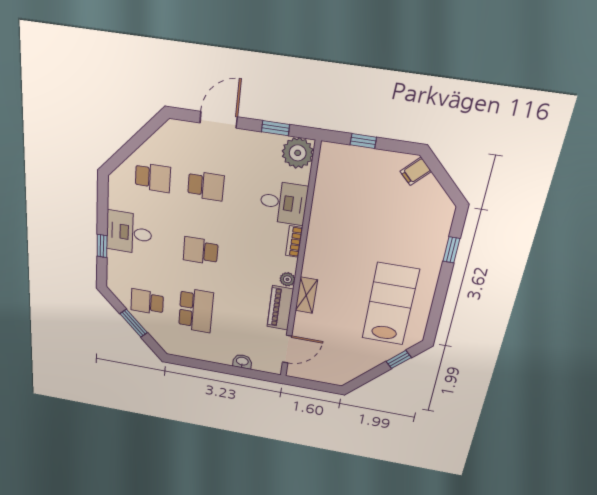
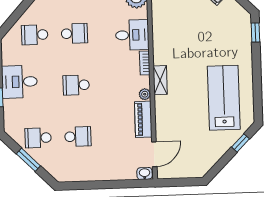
school desk: (153, 178) -> (35, 35), turned 180
window: (451, 250) -> (255, 32), moved
shelving: (306, 295) -> (160, 80), moved
school desk: (196, 310) -> (78, 137), width x0.54
washbasin: (242, 362) -> (145, 173), moved

